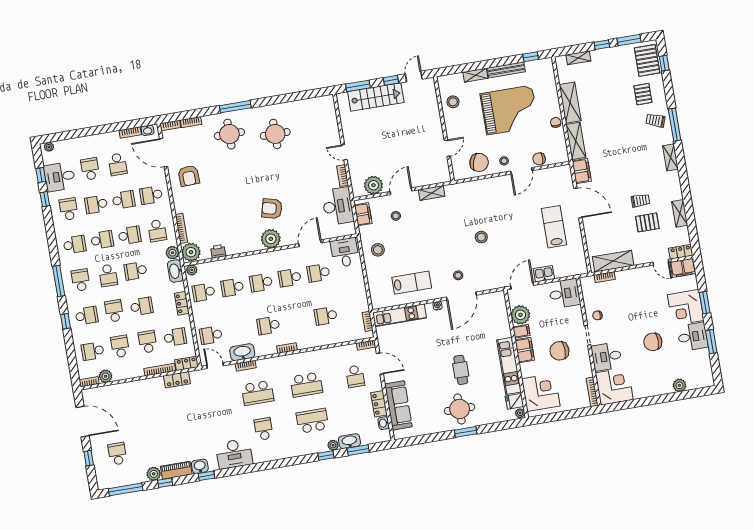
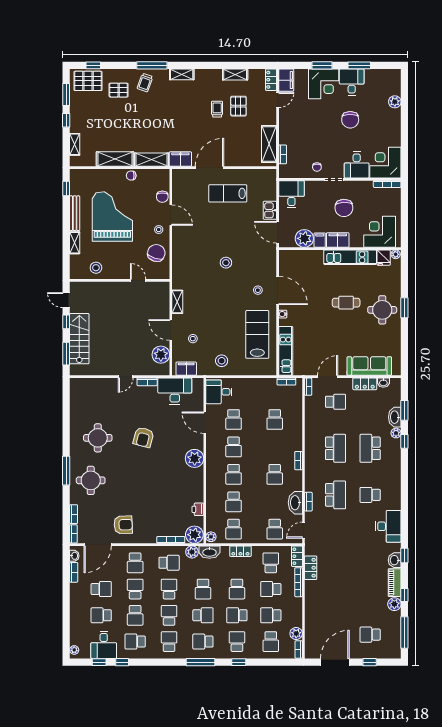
armchair: (272, 209) -> (143, 437), moved
lab bench: (412, 283) -> (257, 334), width x1.36, depth x1.39
school desk: (142, 306) -> (237, 589), turned 180

